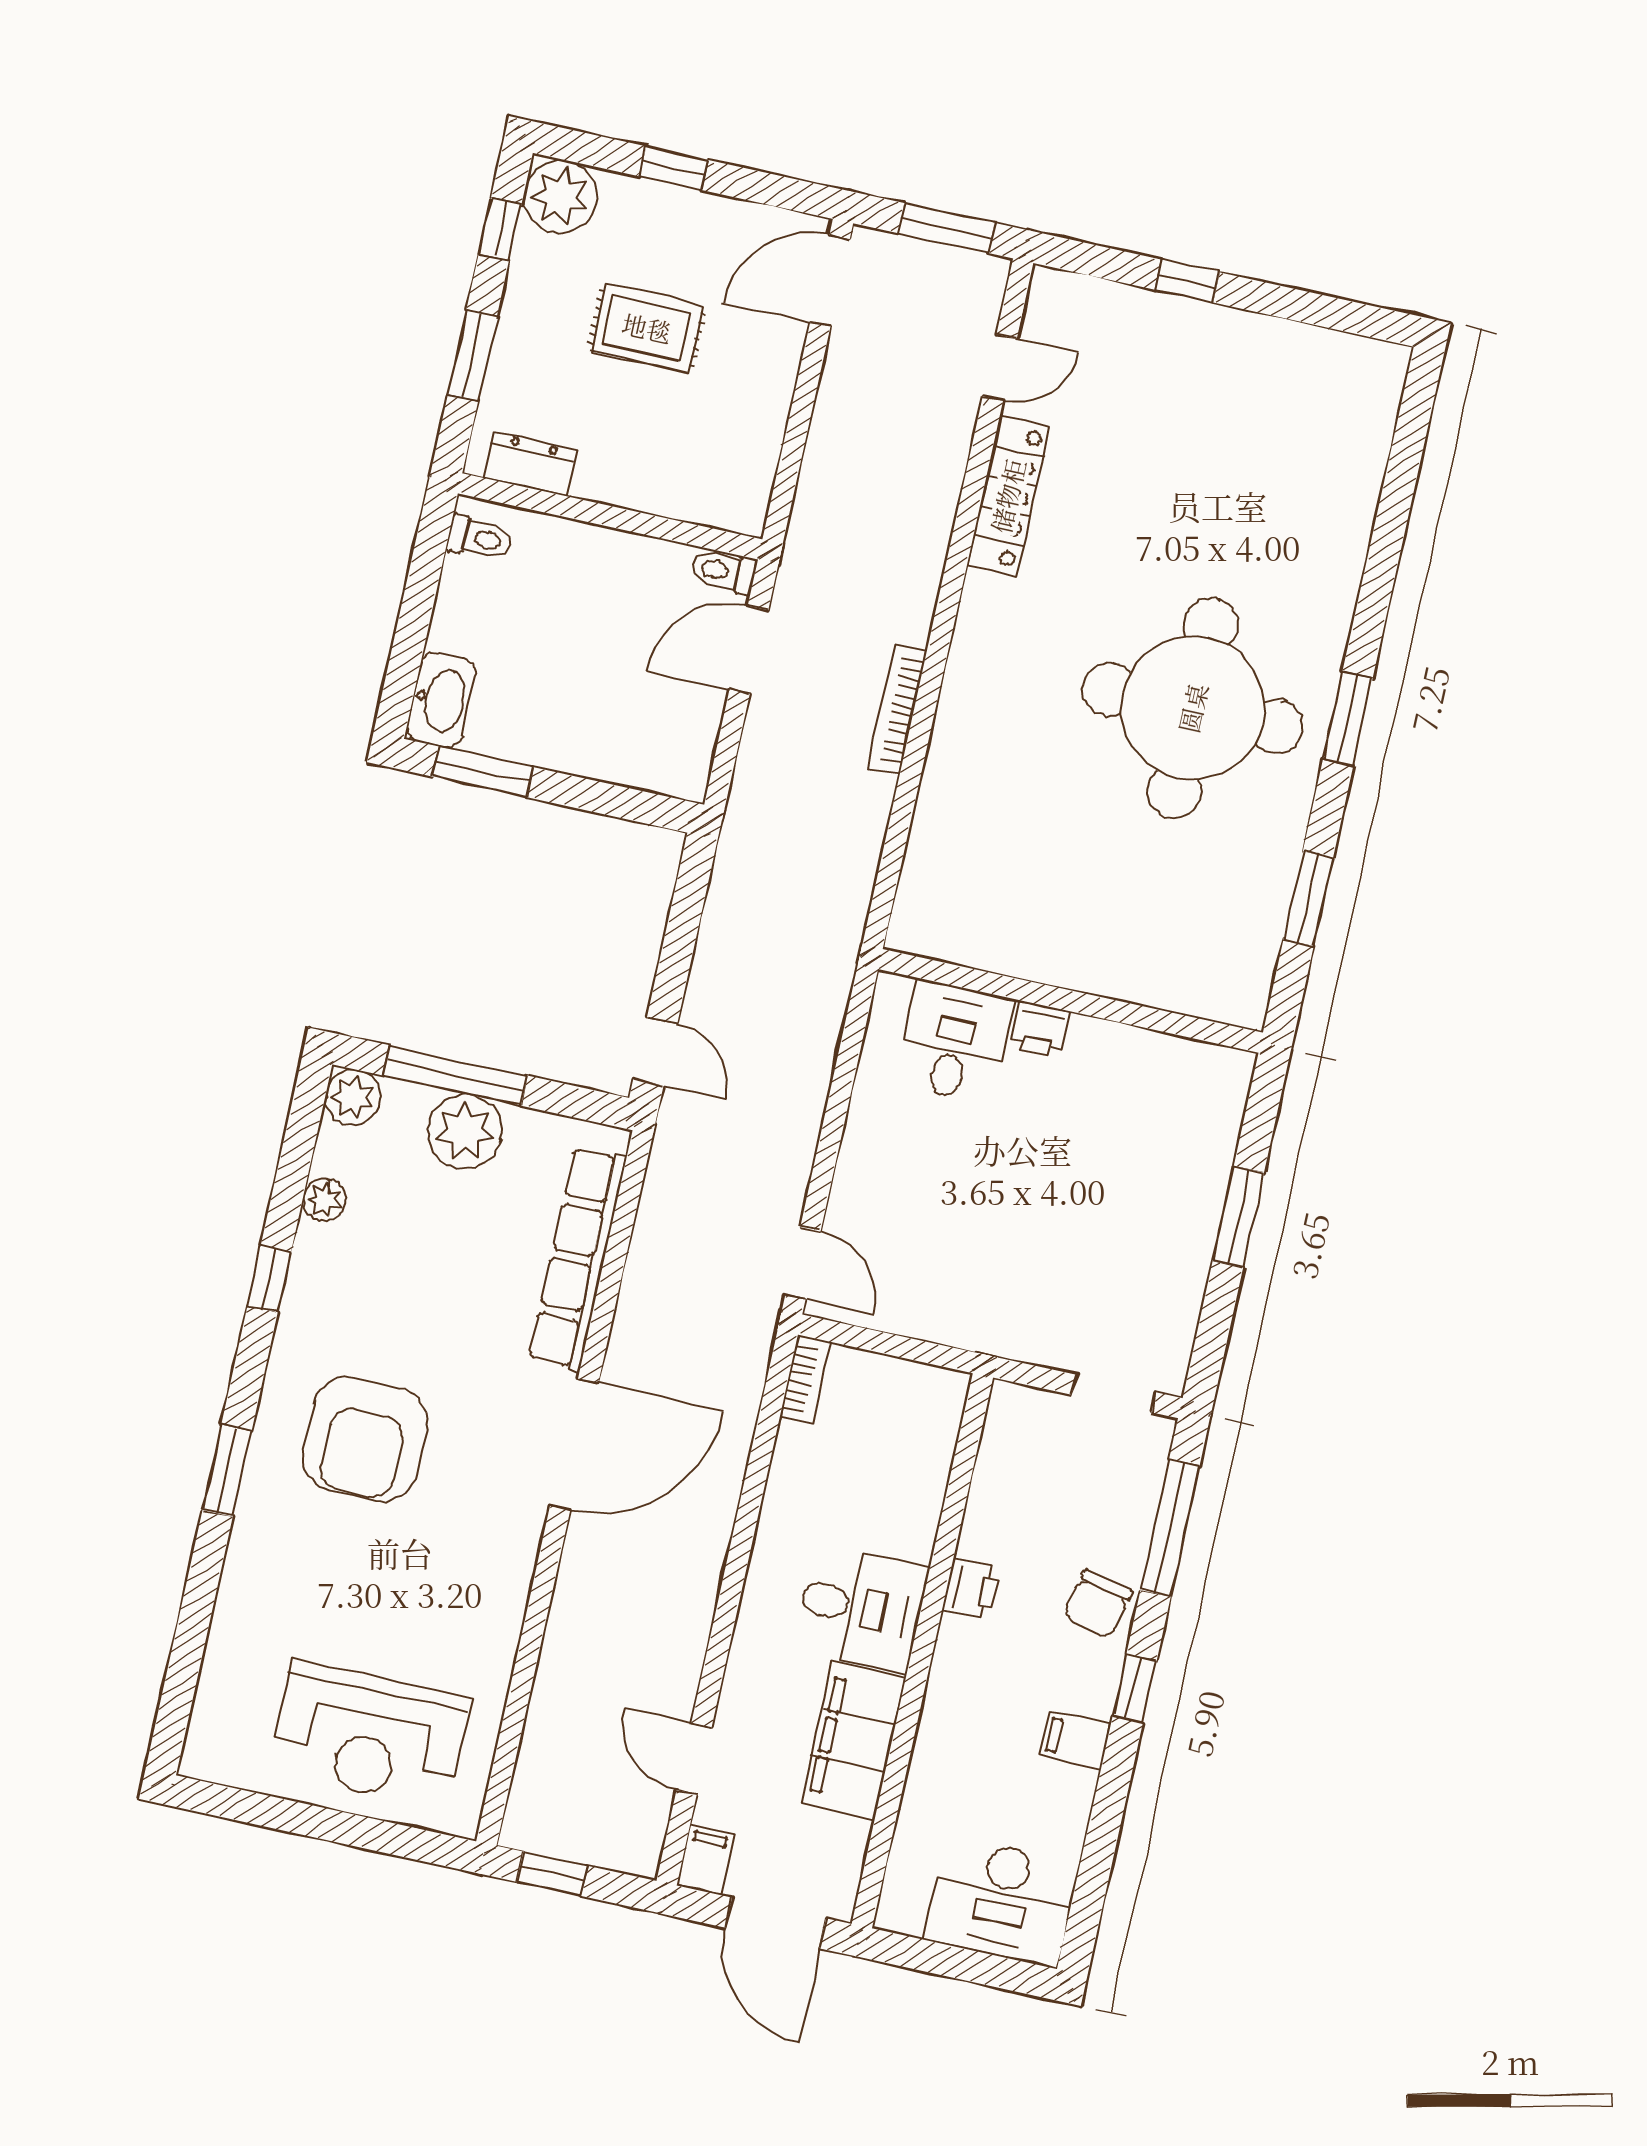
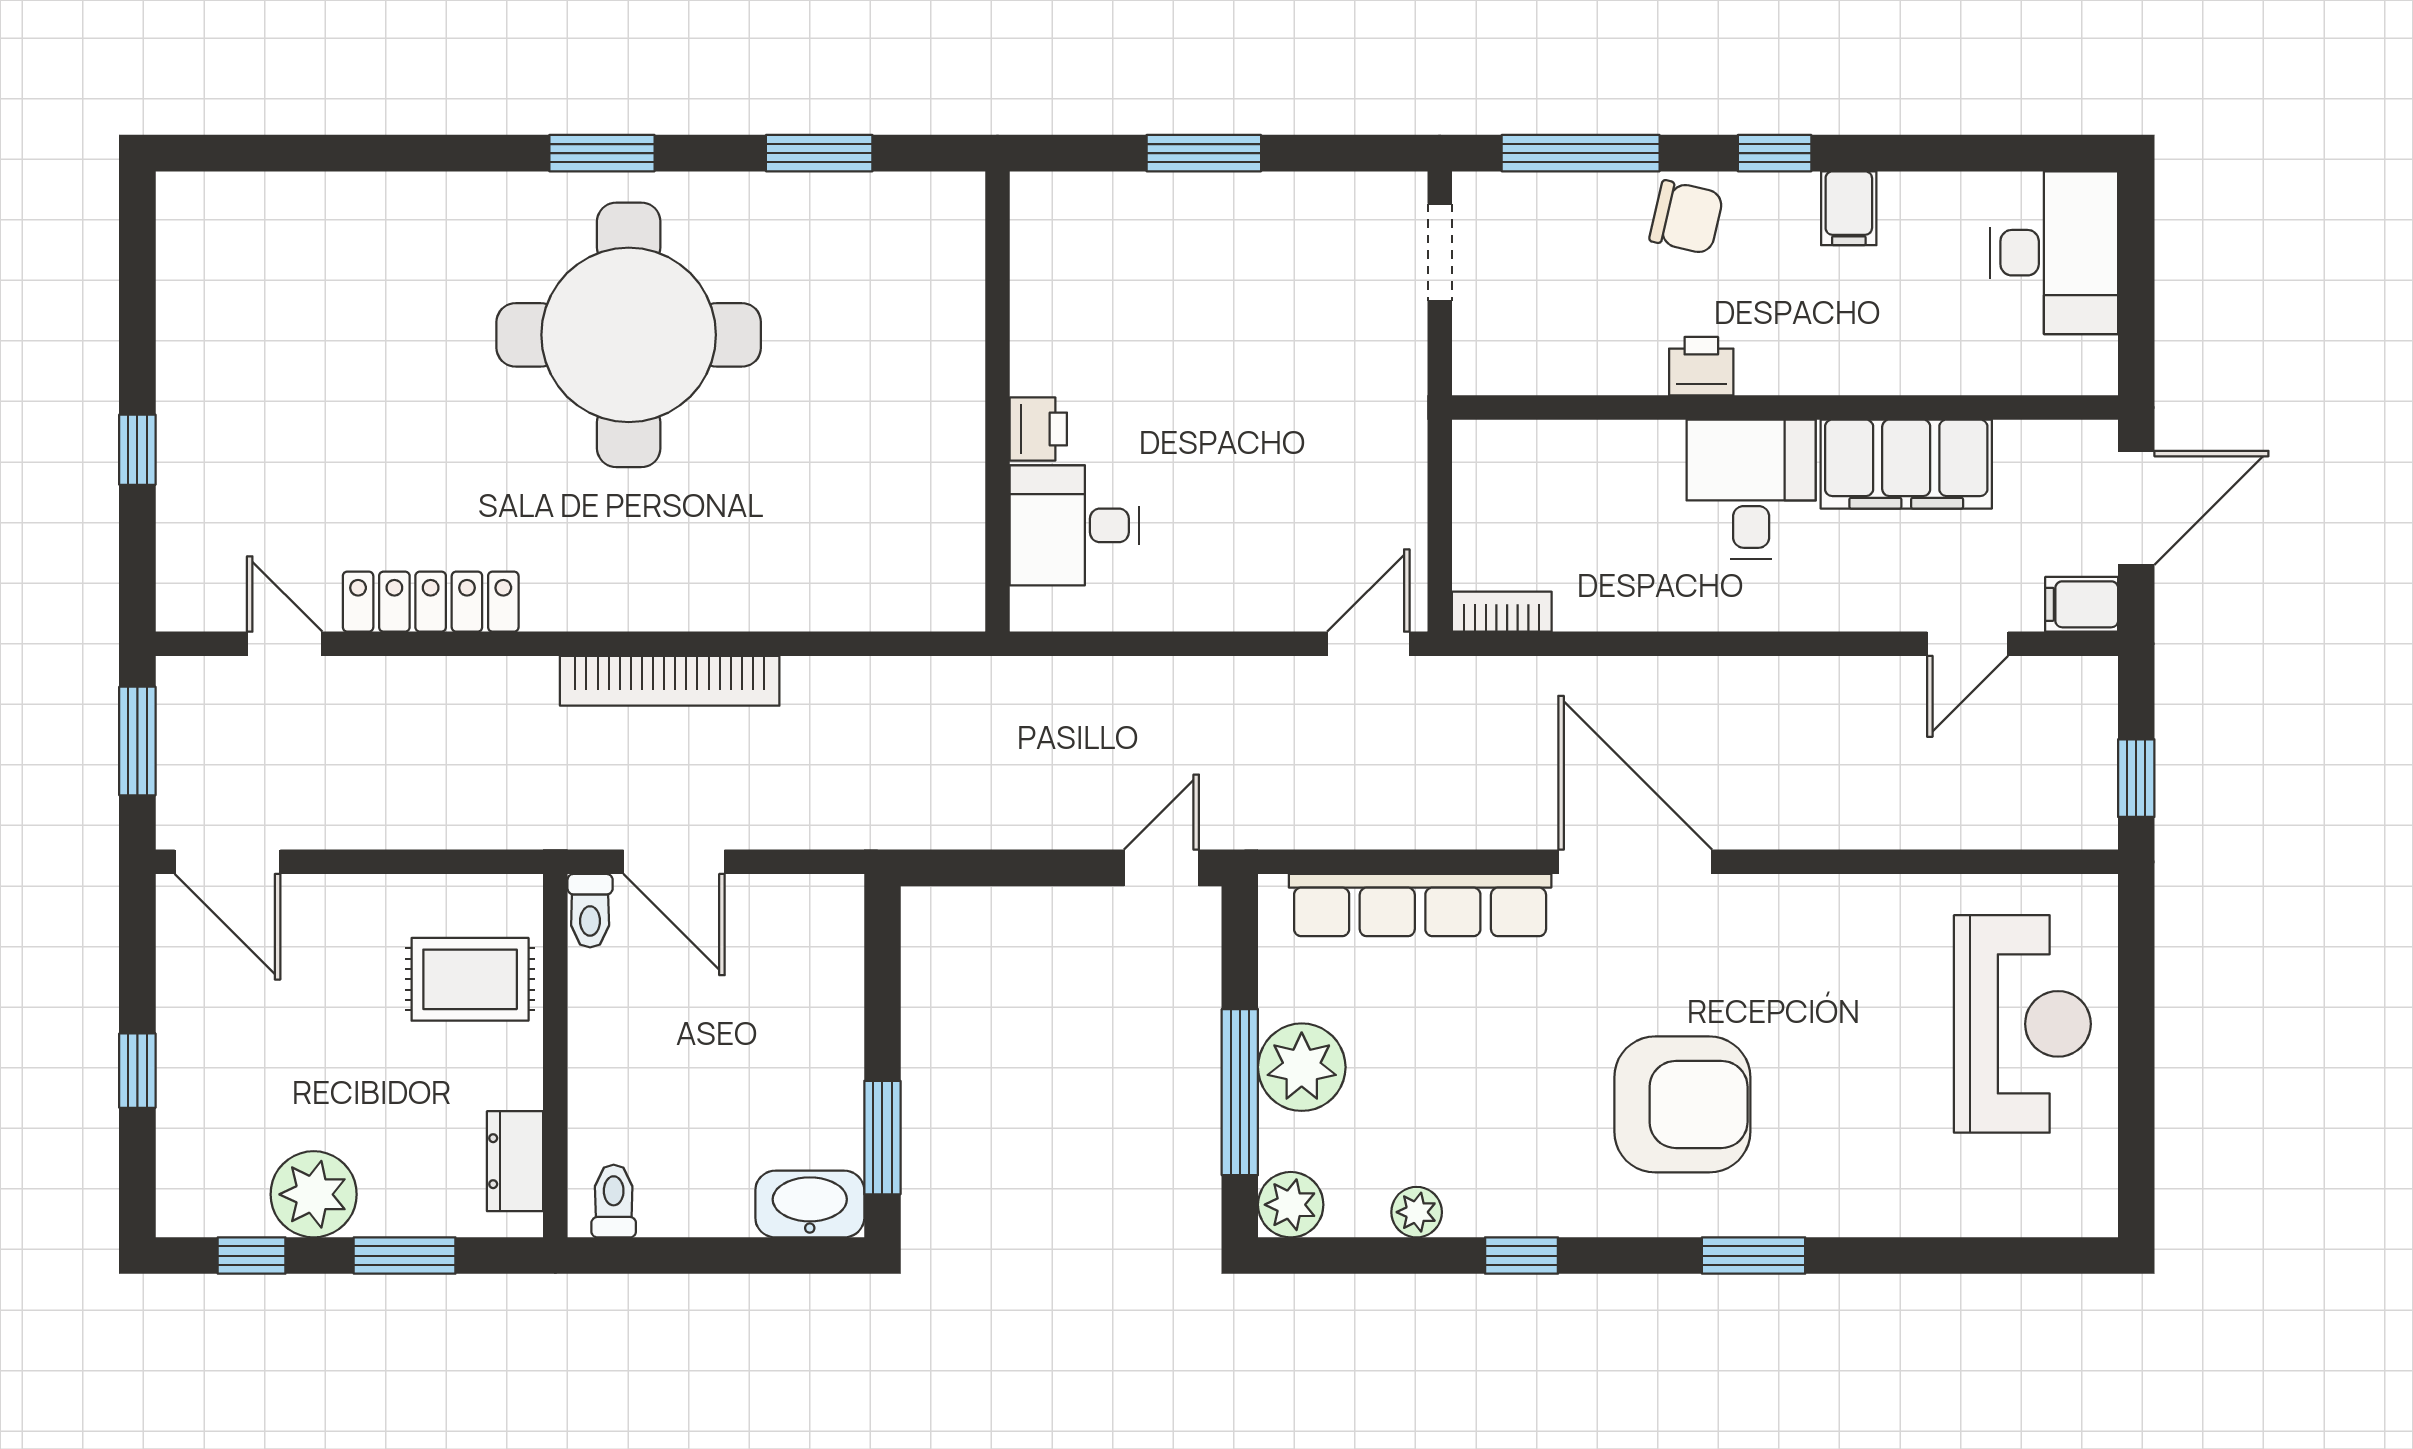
plant: (560, 196) -> (314, 1194), moved
rug: (647, 328) -> (470, 979), moved, turned 90
bookcase: (898, 710) -> (670, 681), width x1.48, depth x1.31

